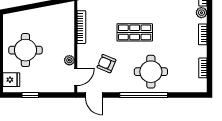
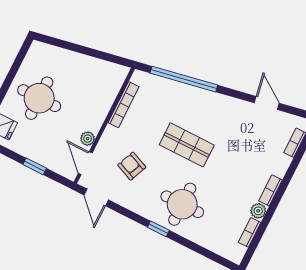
plant: (201, 13) -> (258, 211), moved
door: (76, 77) -> (85, 163), swing flipped
window: (30, 95) -> (35, 166), moved
window: (144, 95) -> (158, 229), width x0.32

